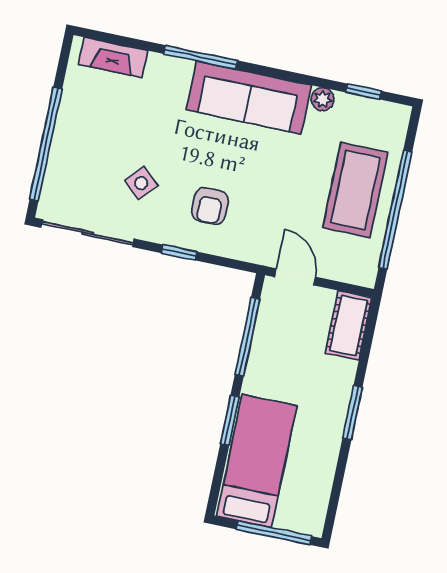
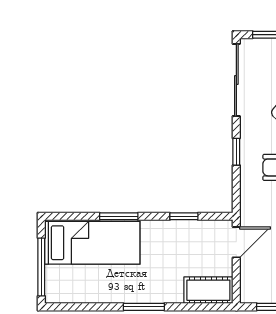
window: (247, 337) -> (184, 216), width x0.46

